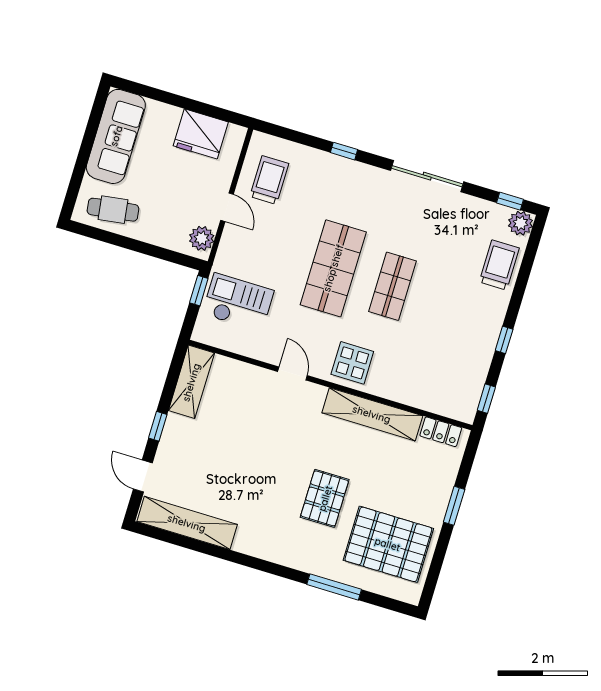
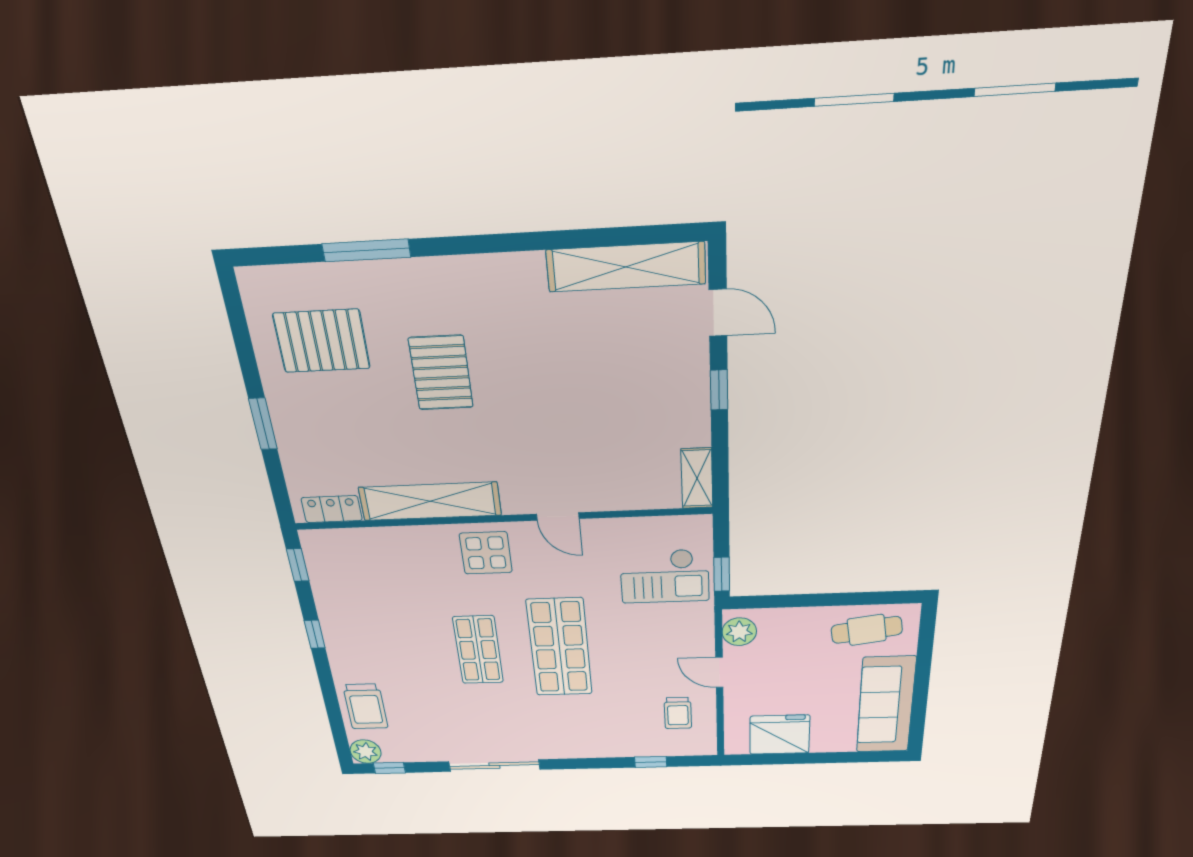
window: (344, 151) -> (651, 762), moved
trolley: (269, 180) -> (678, 713), width x0.73, depth x0.72
shelving: (191, 382) -> (697, 478), width x0.67, depth x0.75
pallet: (388, 544) -> (322, 341), width x0.73, depth x0.71

